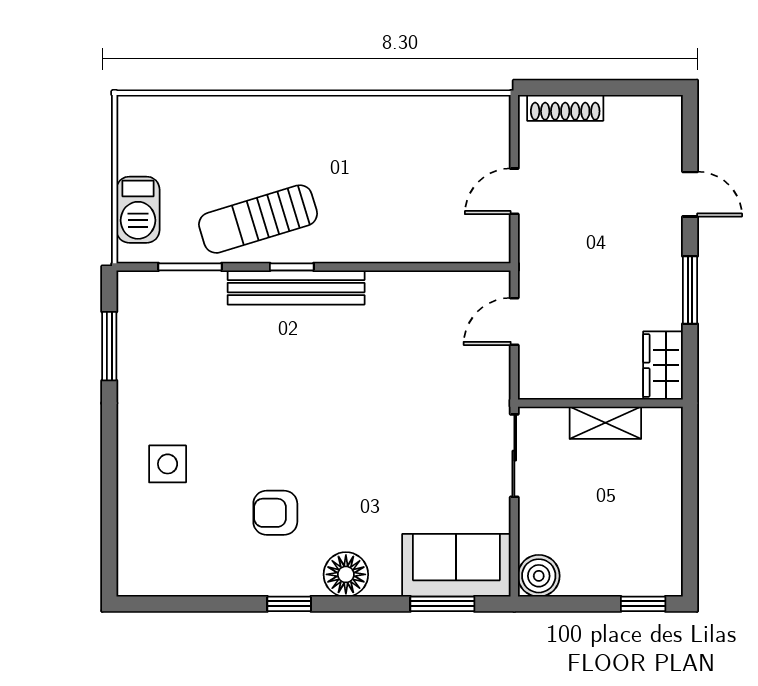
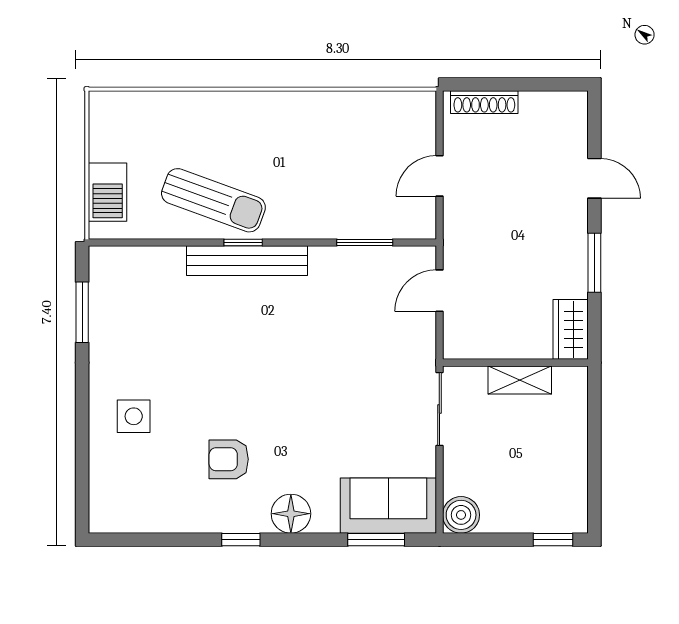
sun lounger: (258, 219) -> (213, 200), turned -143
window: (190, 267) -> (365, 242), moved

